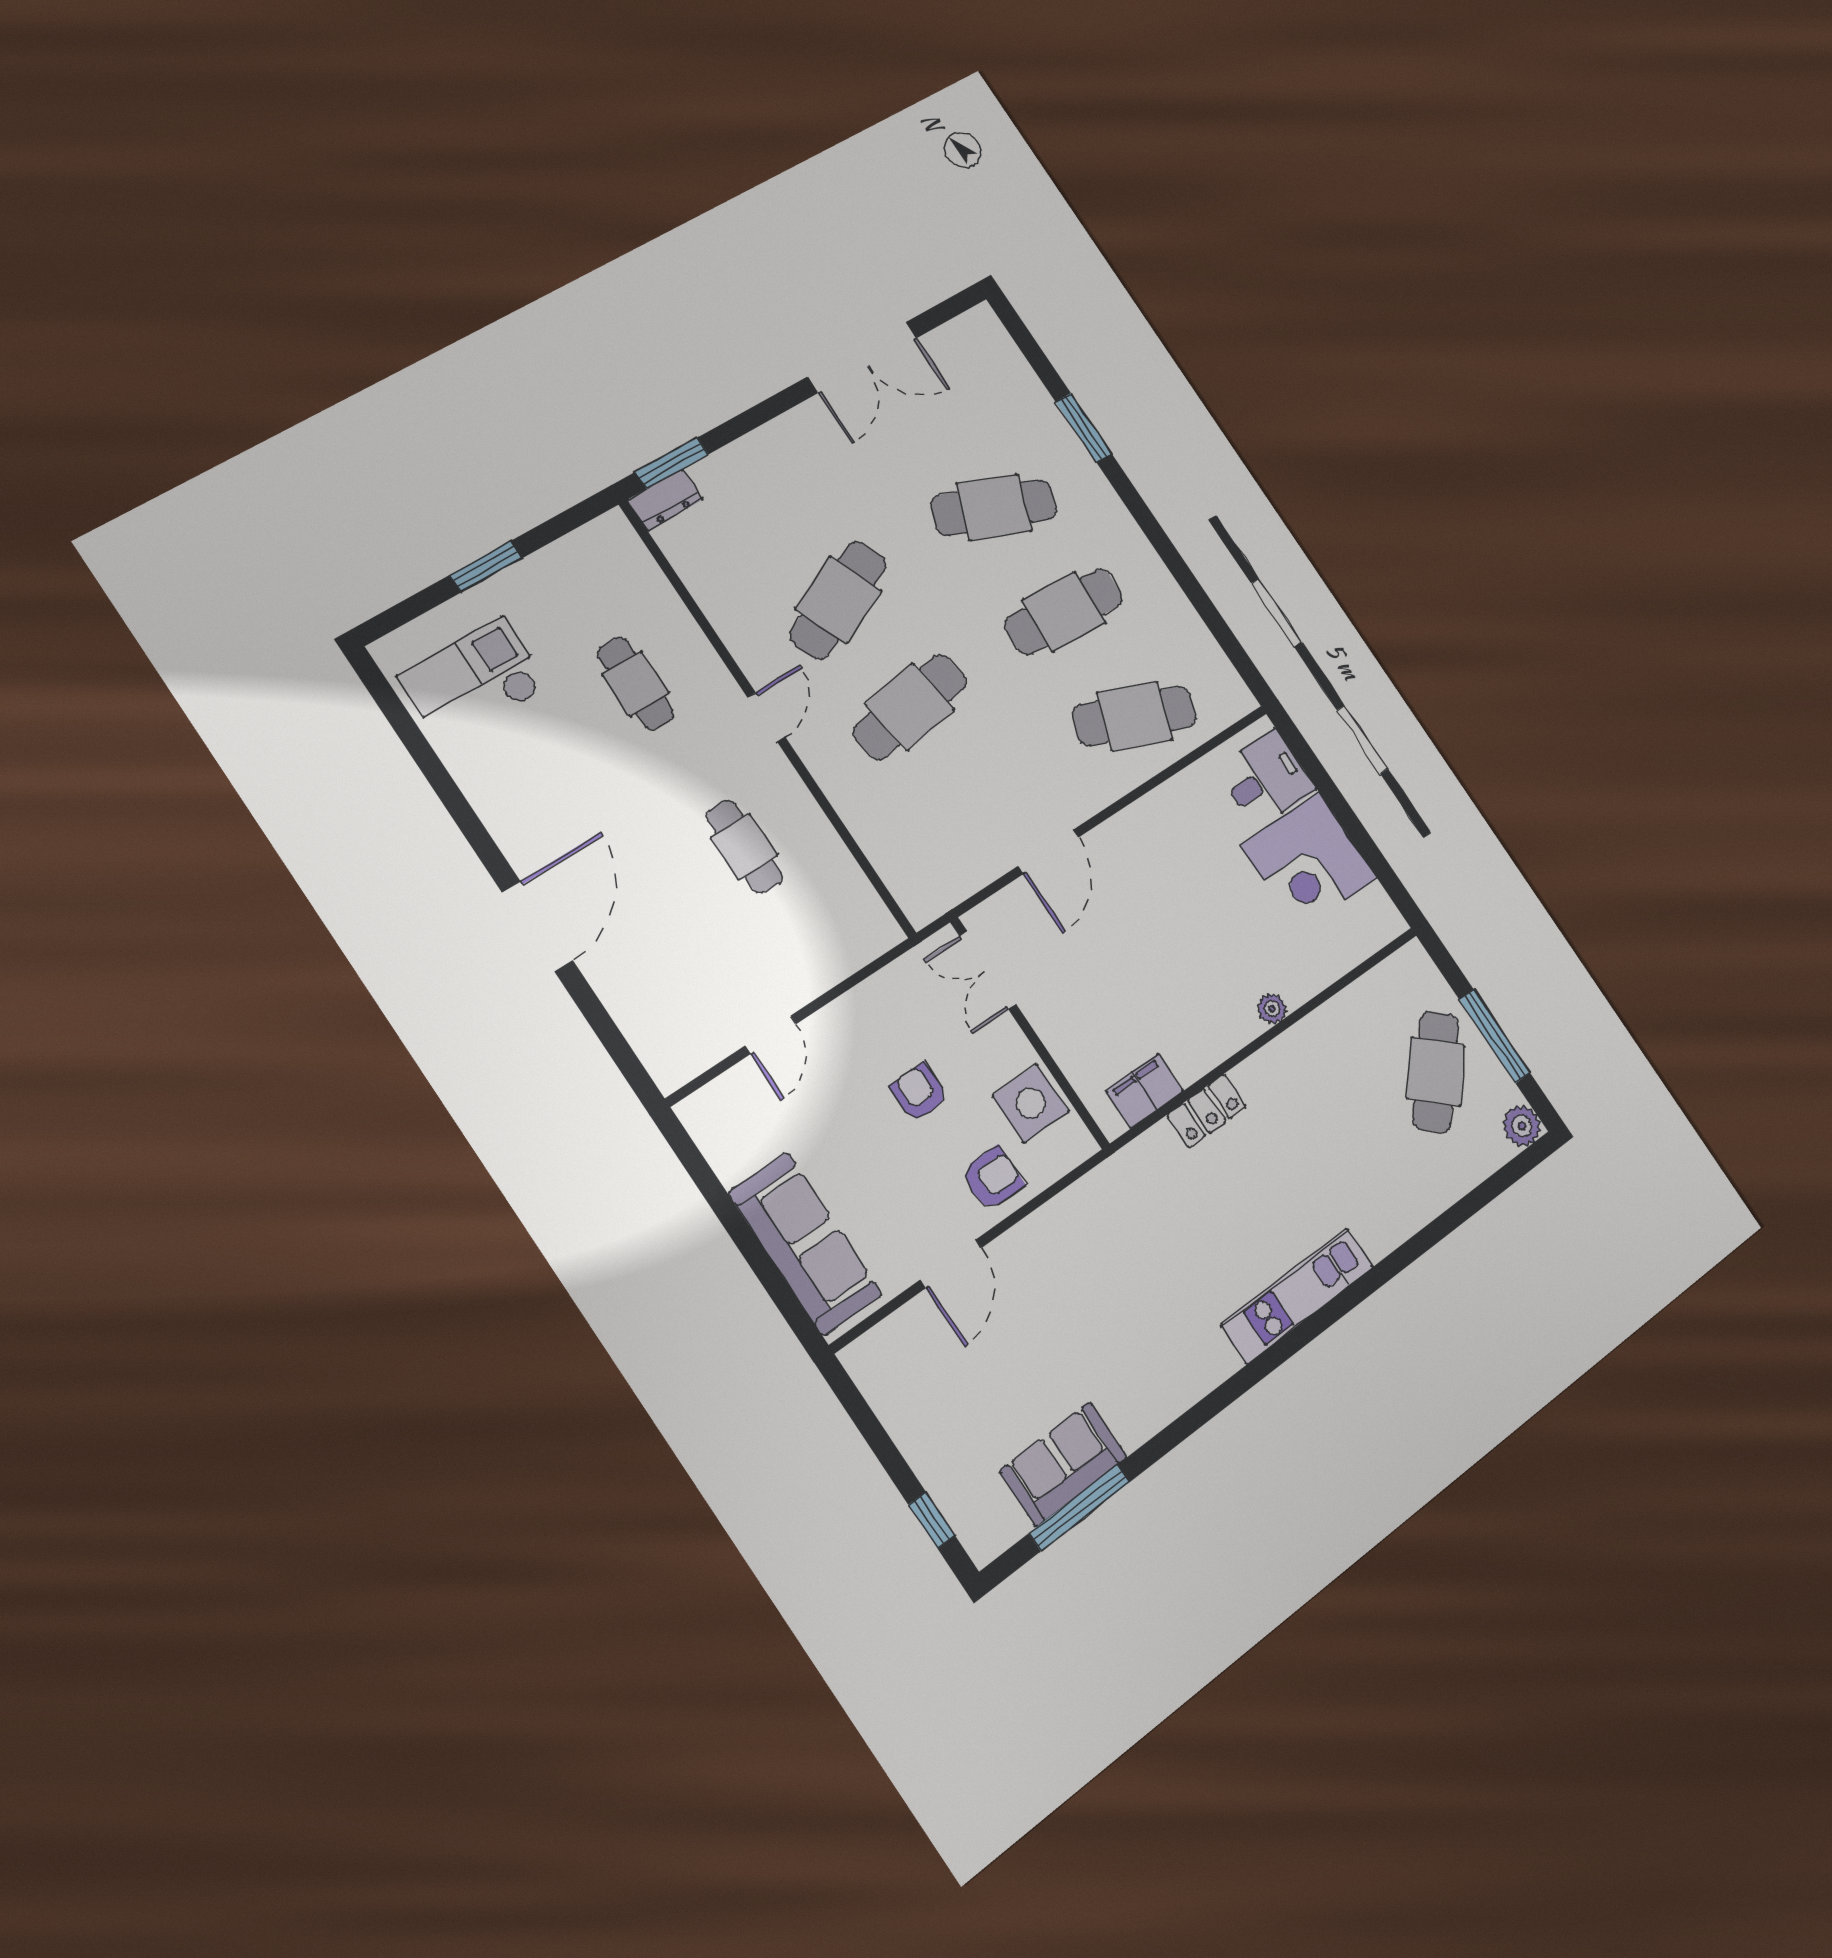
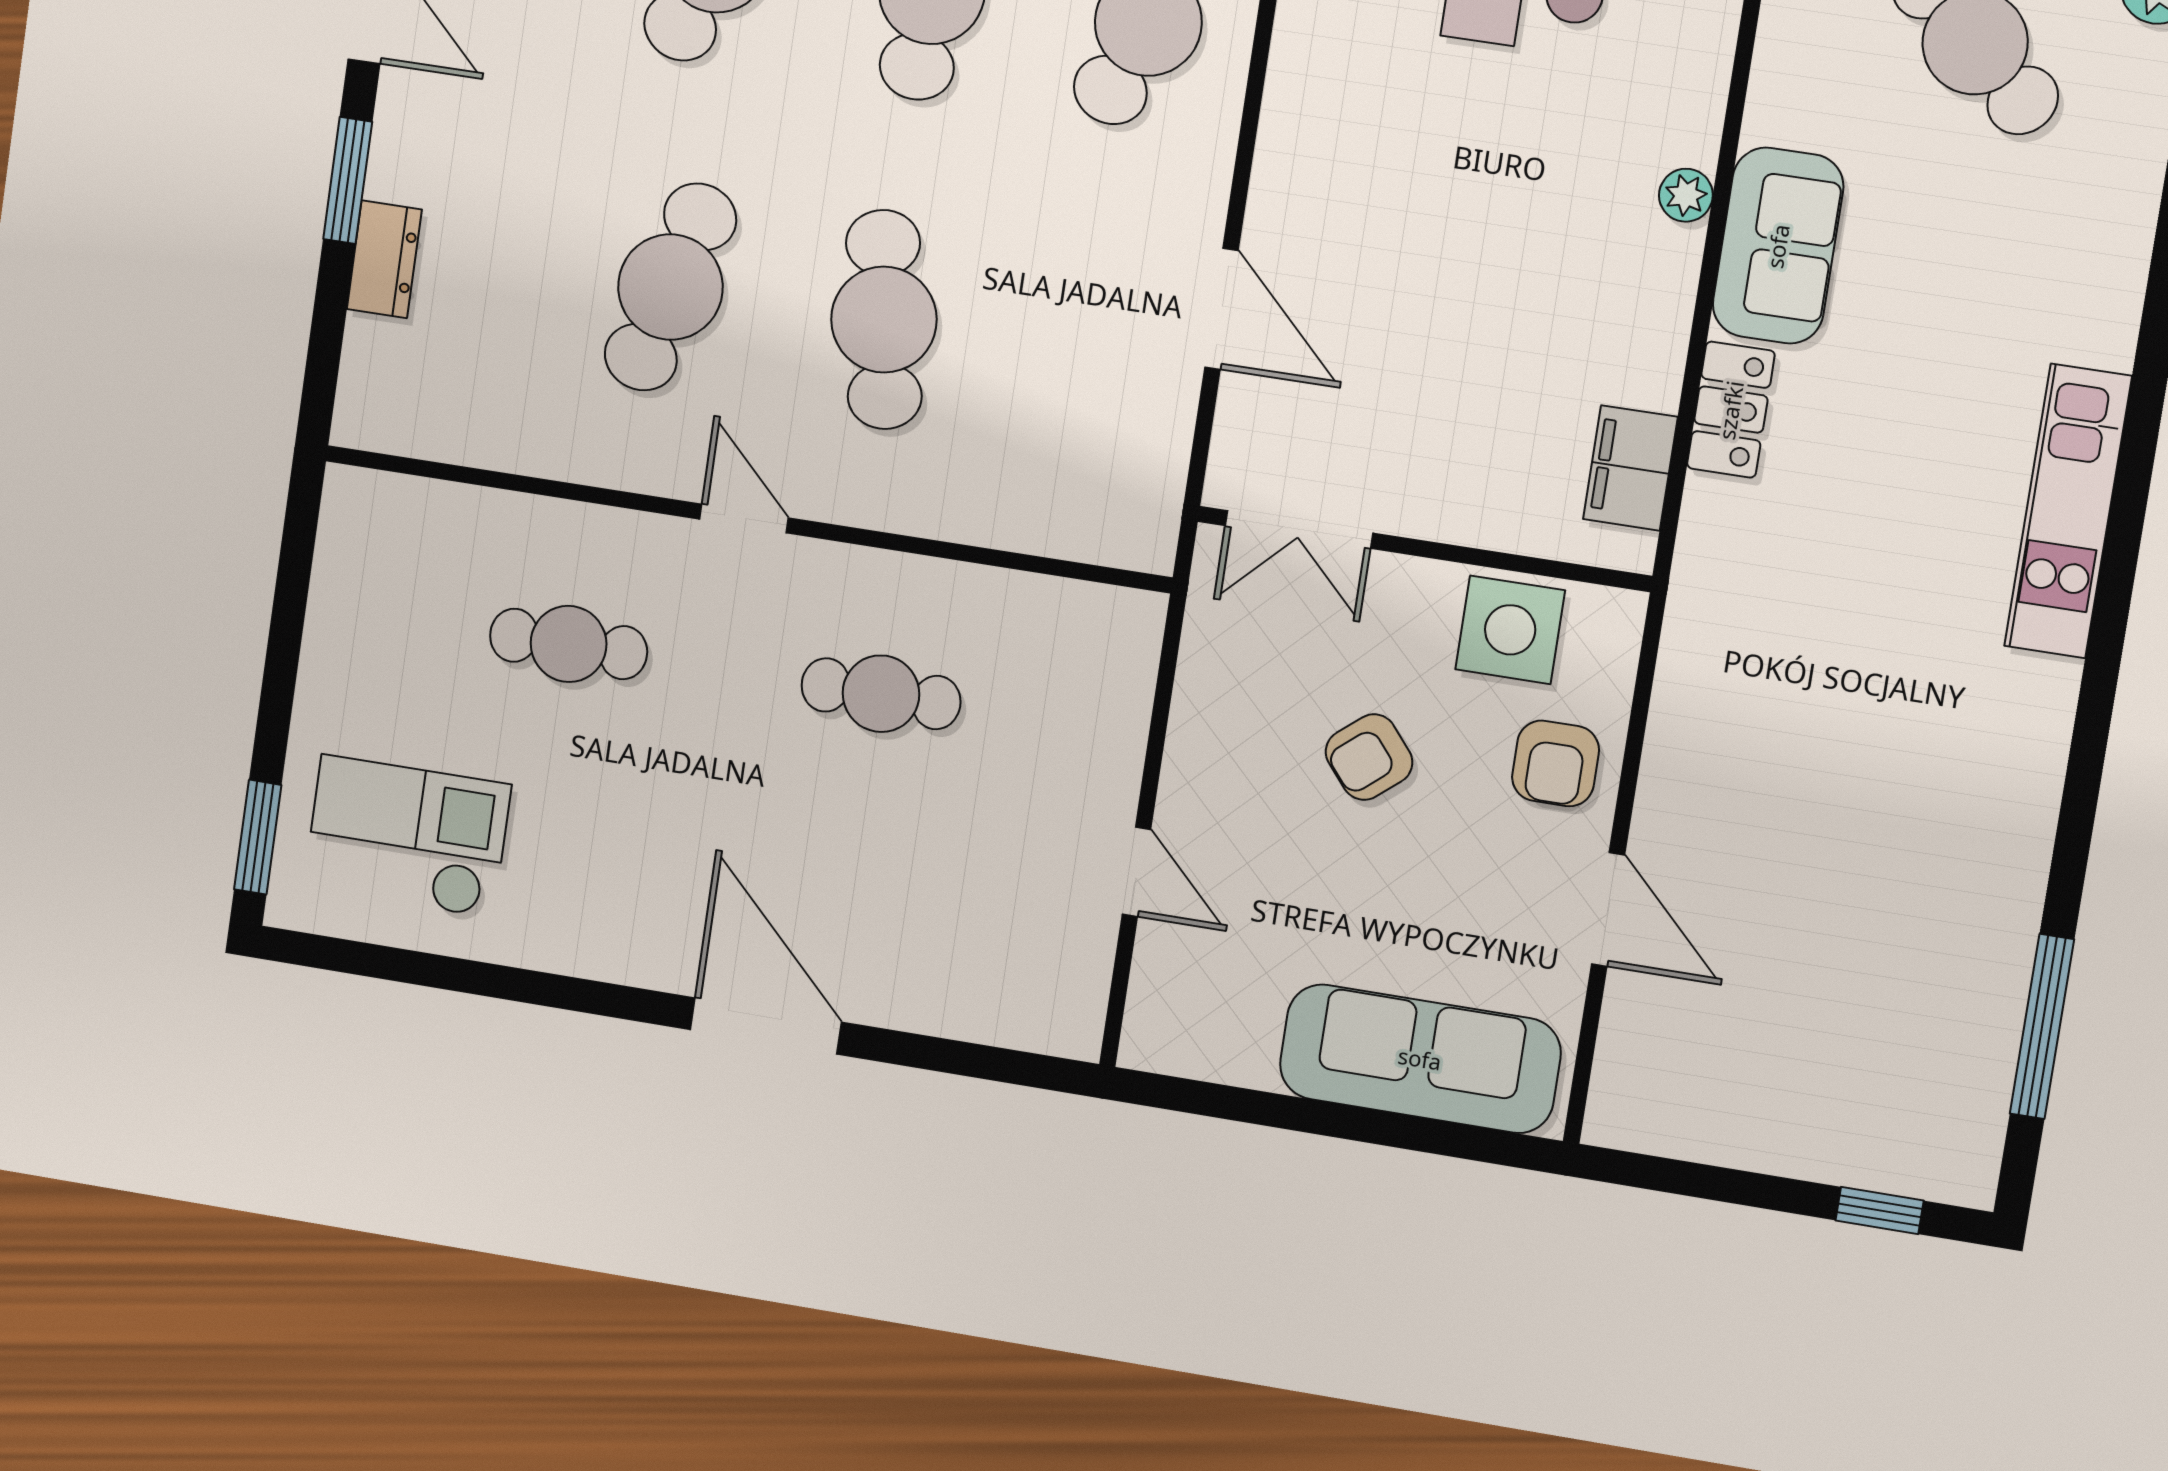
window: (672, 463) -> (348, 180), moved
dresser: (665, 500) -> (384, 259), moved
window: (486, 567) -> (258, 837), moved
cafe table: (838, 600) -> (670, 287), turned 39
checkout: (473, 681) -> (407, 837), turned 90
armchair: (919, 1093) -> (1369, 757), turned -40
armchair: (992, 1178) -> (1556, 763), turned 180
sofa: (1063, 1464) -> (1778, 246), moved, turned 180

